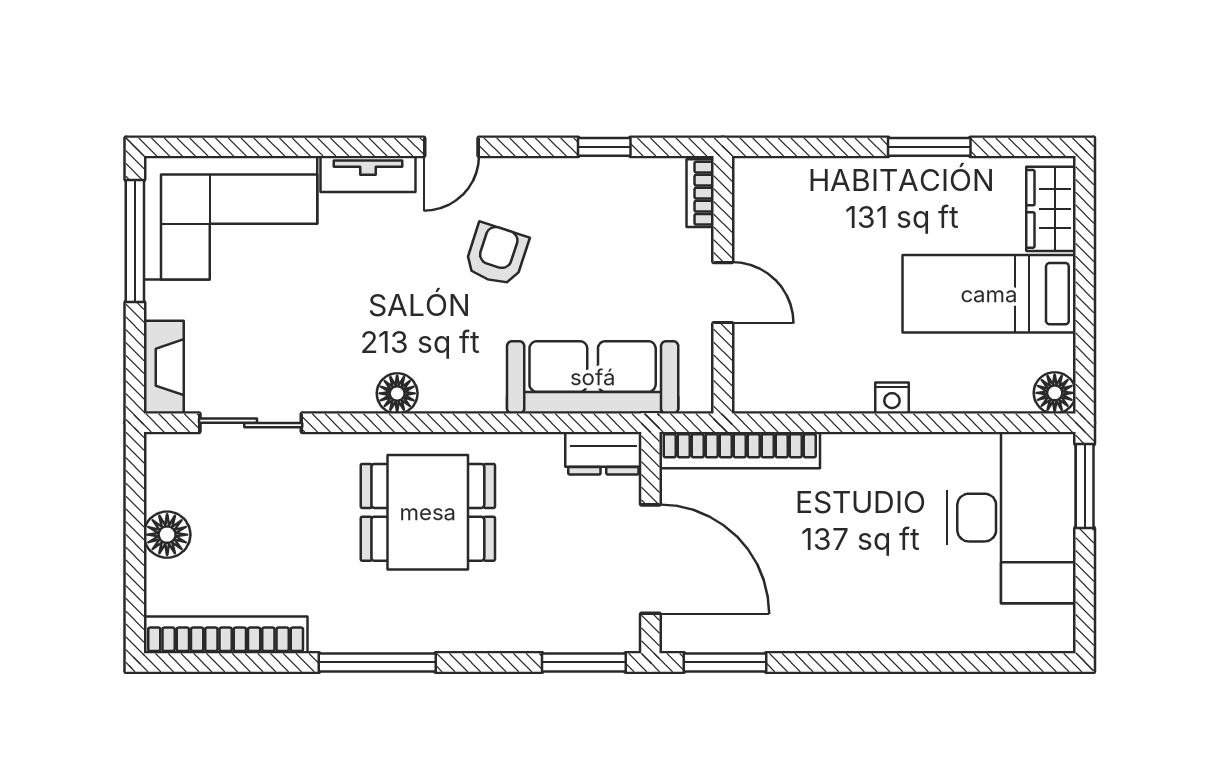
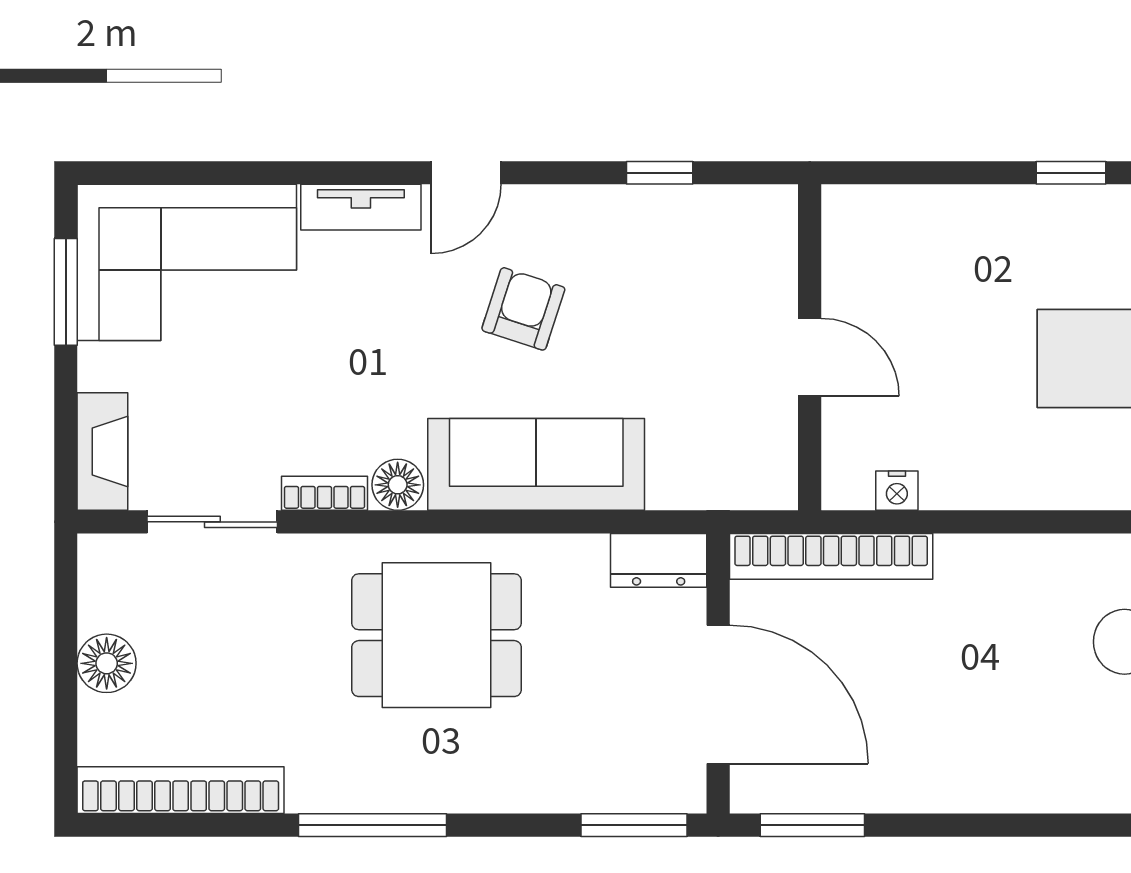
window: (929, 147) -> (1071, 173), width x0.67
bookcase: (700, 193) -> (324, 493), moved, turned 90
window: (135, 241) -> (66, 292), width x0.69
sofa: (593, 377) -> (536, 464), moved
nightstand: (892, 398) -> (897, 491), moved

